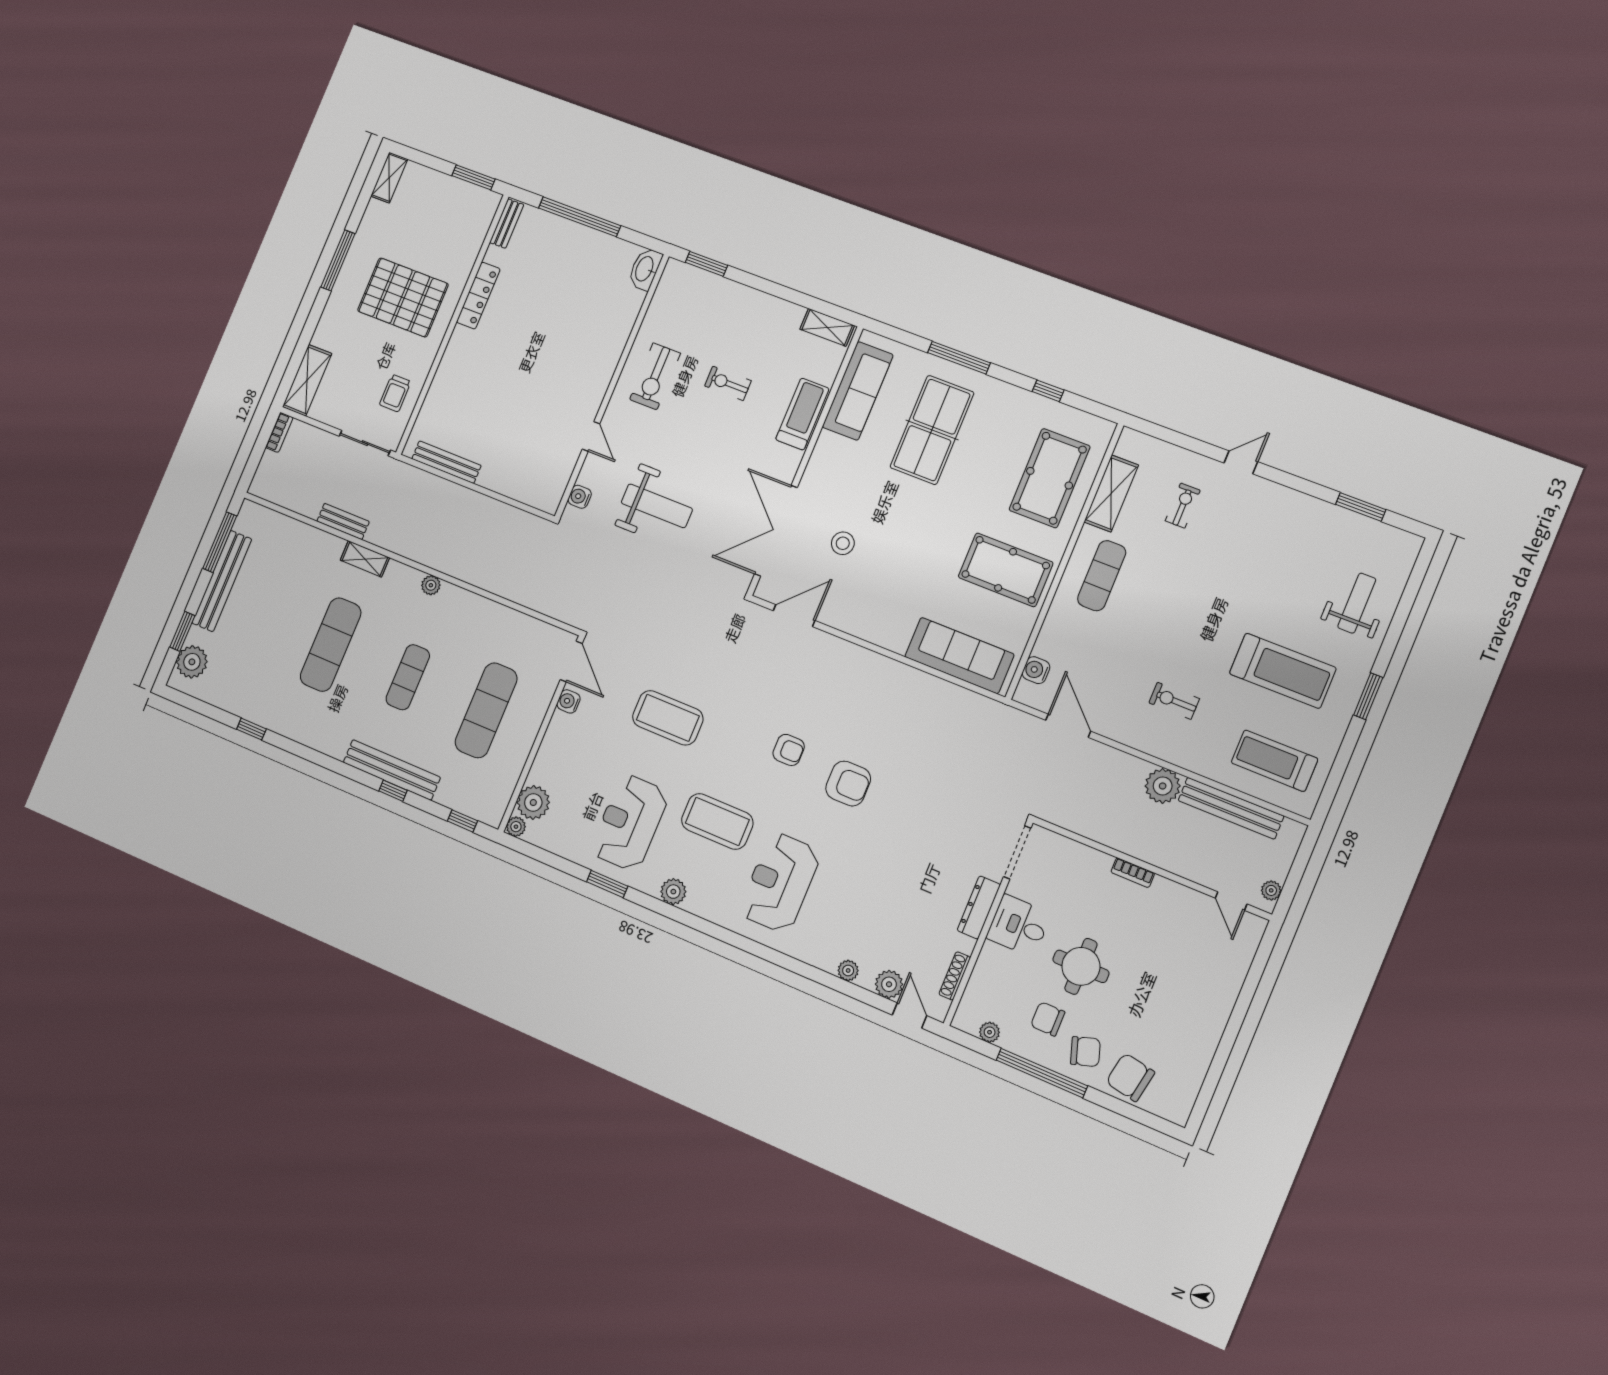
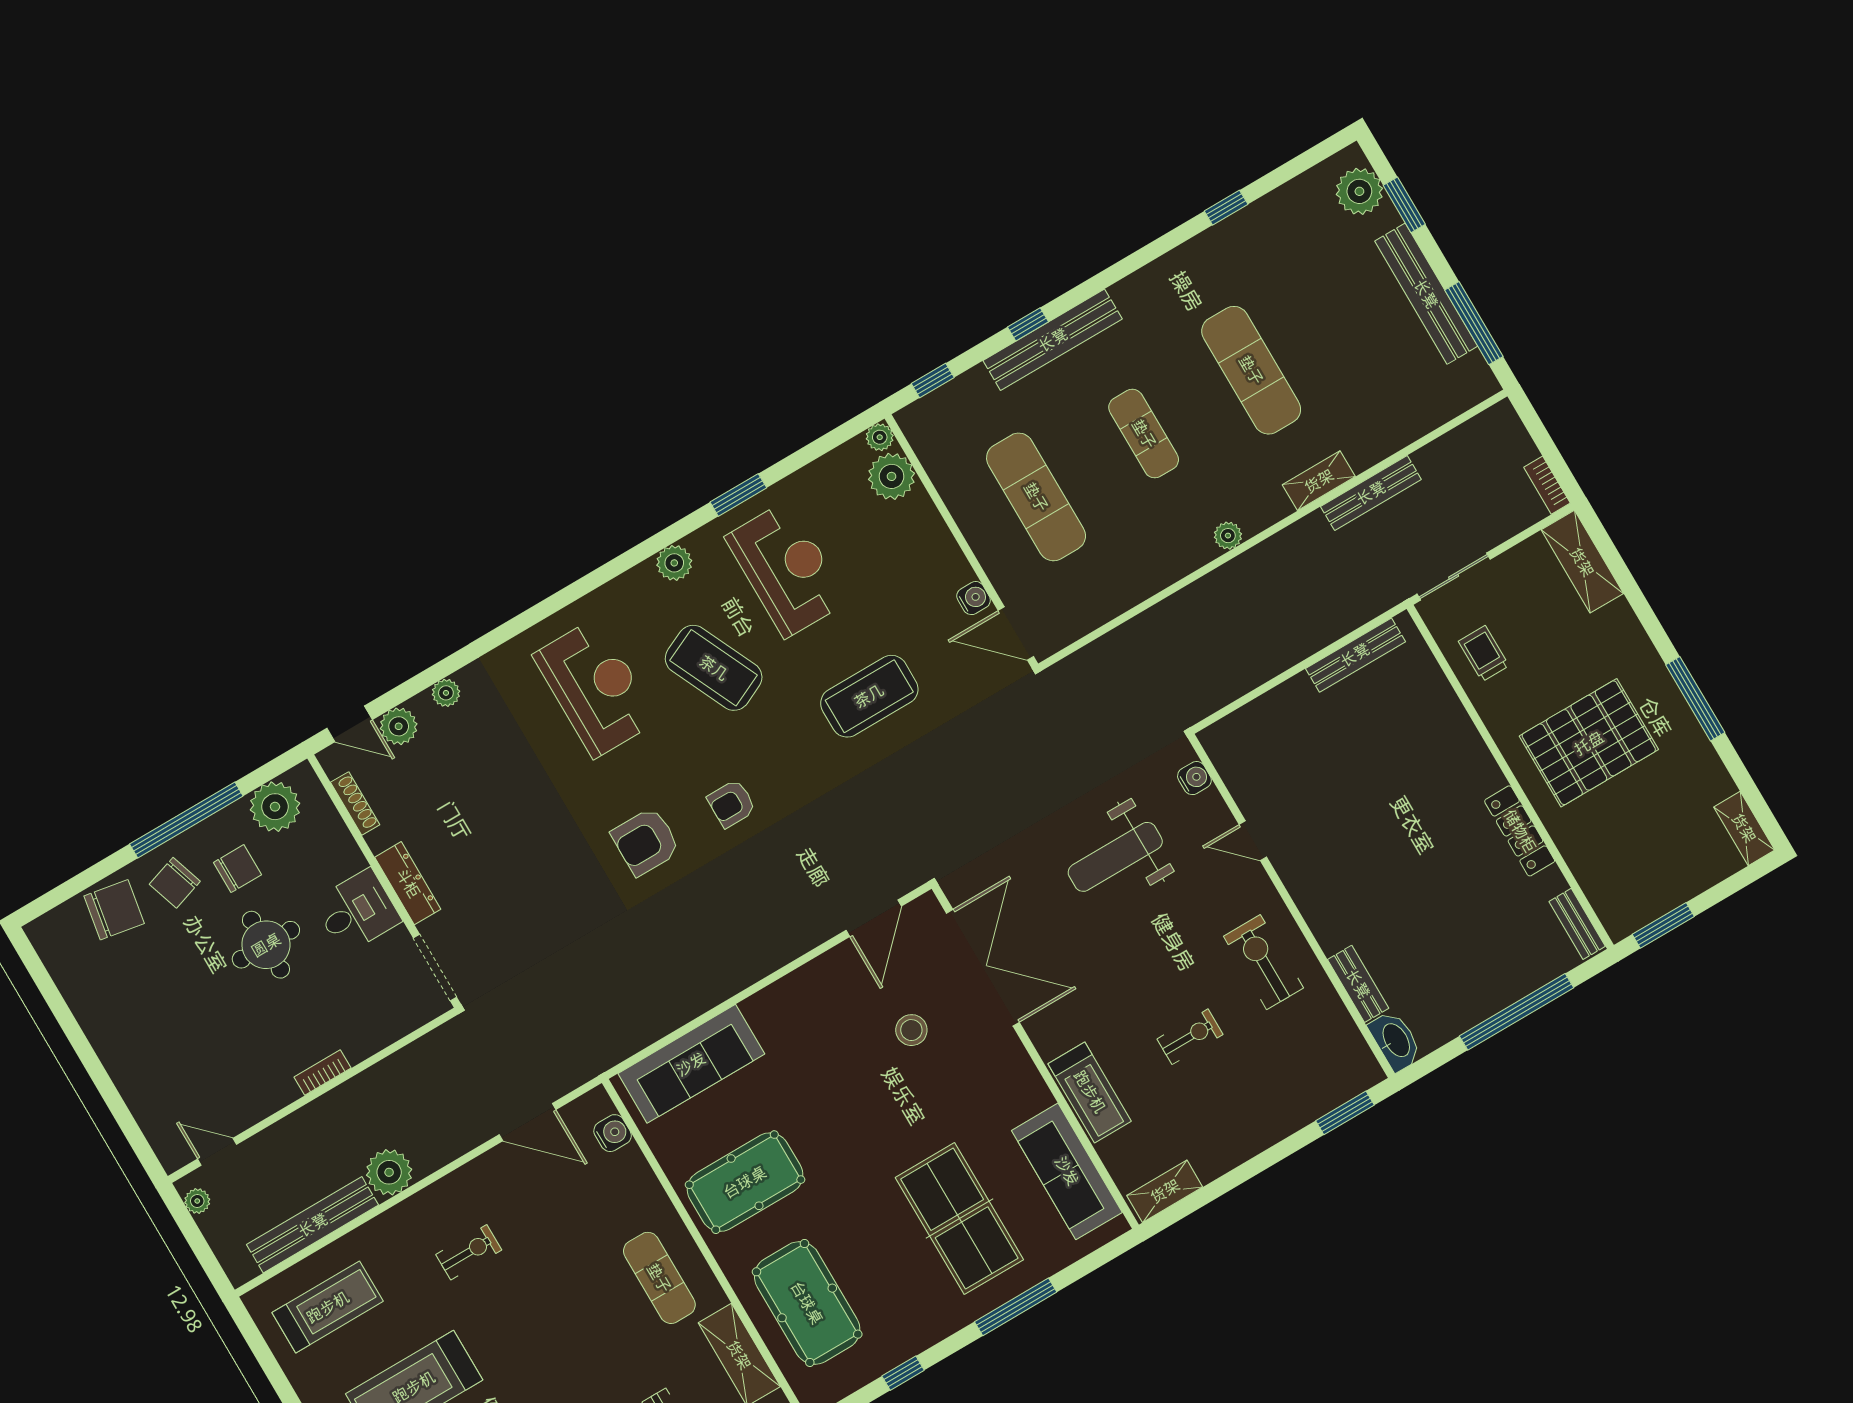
bench: (628, 315) -> (1358, 984), added
bench: (343, 521) -> (1371, 493), width x1.36
coffee table: (717, 821) -> (714, 668), turned 65
plant: (990, 1032) -> (275, 807), width x1.87, depth x1.87

